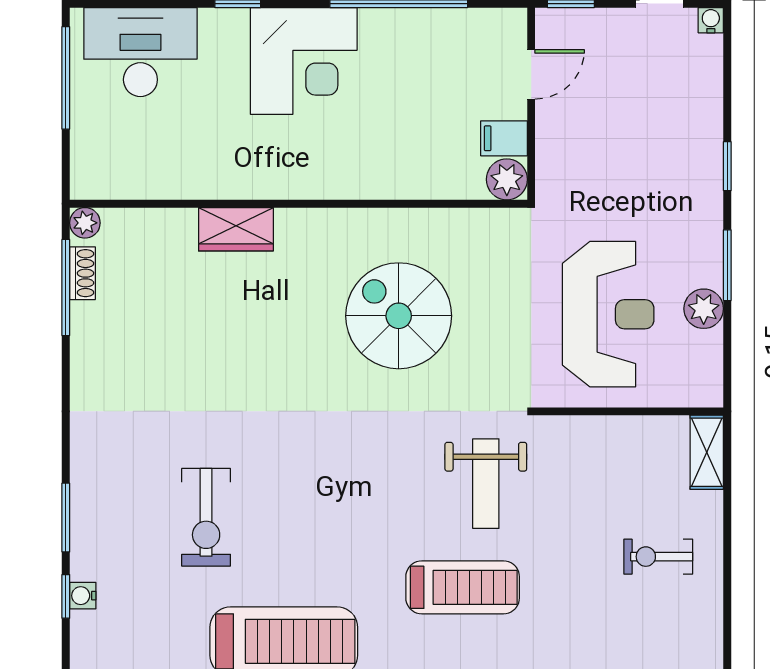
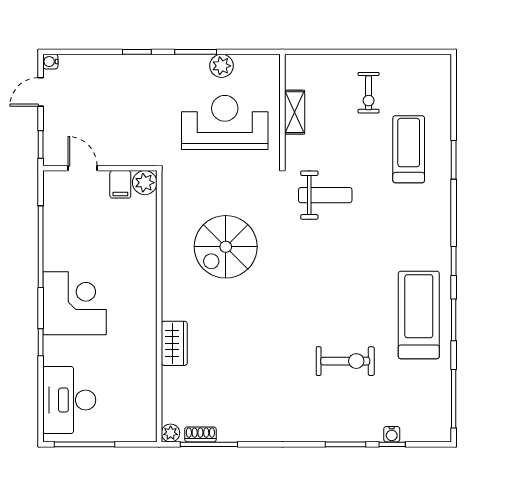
shelving: (707, 452) -> (295, 112), moved, turned 90
treadmill: (463, 587) -> (409, 149), moved

